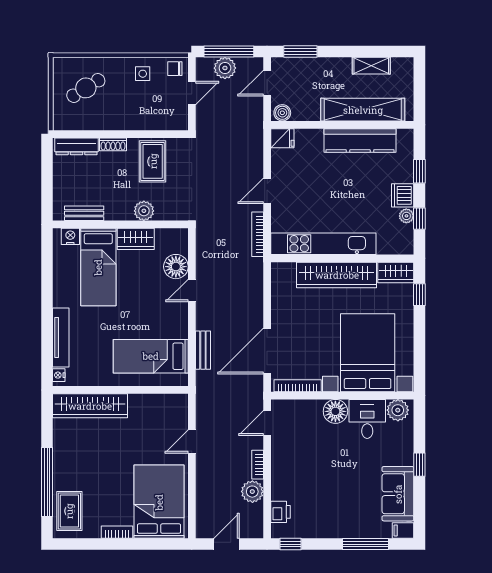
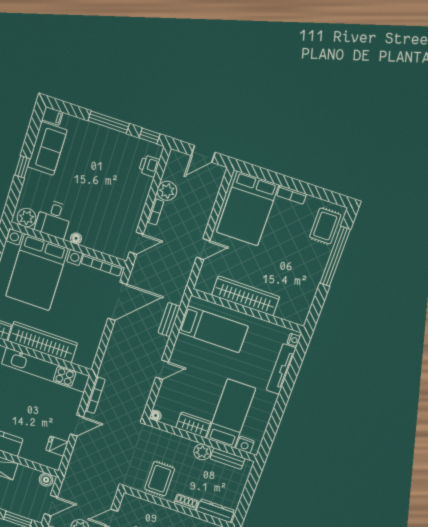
fridge: (282, 138) -> (57, 446), moved
plant: (144, 211) -> (202, 452), moved
floor lamp: (176, 267) -> (156, 415), moved, width x0.53, depth x0.53
wardrobe: (90, 406) -> (246, 296), moved
floor lamp: (335, 411) -> (76, 238), width x0.53, depth x0.53
window: (366, 544) -> (109, 122), moved

